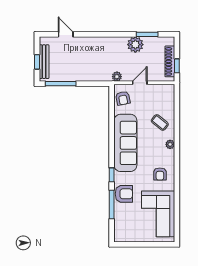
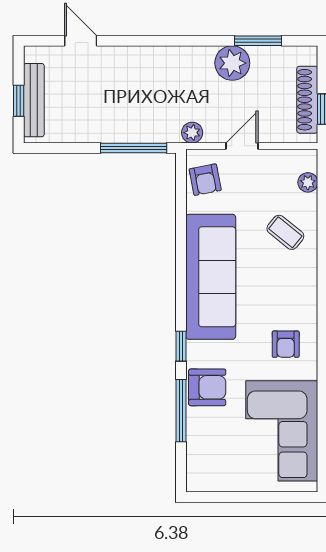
window: (61, 84) -> (134, 148), moved
plant: (170, 144) -> (308, 182), moved

